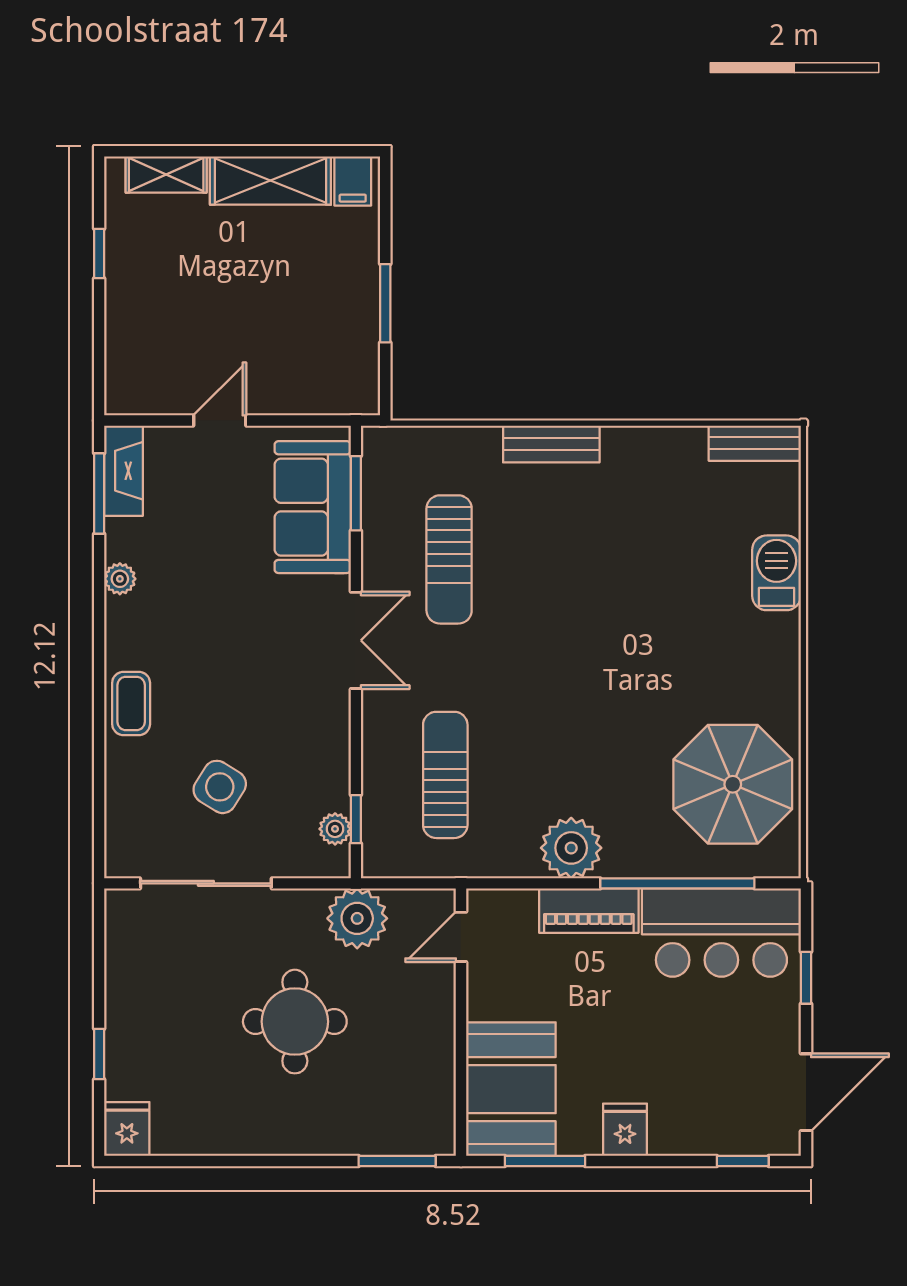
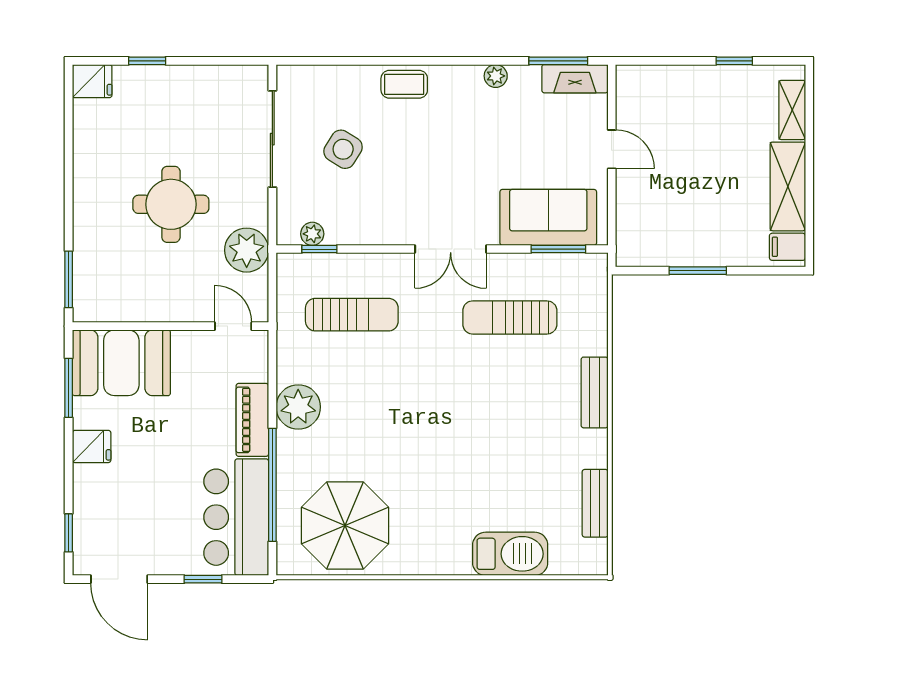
bench: (755, 443) -> (595, 503), moved
barbecue: (777, 573) -> (510, 554), width x1.37, depth x1.21

